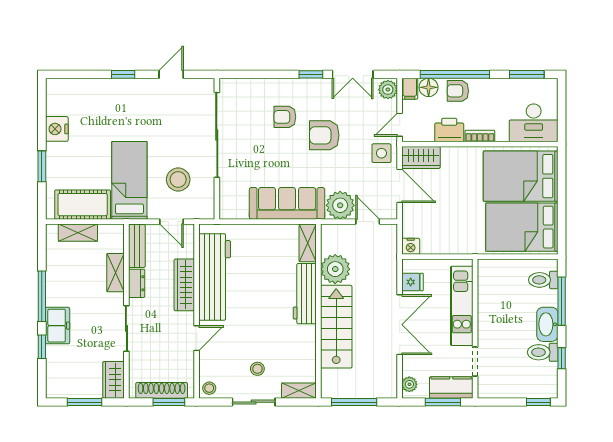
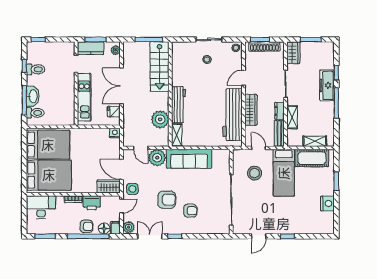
washbasin: (547, 324) -> (33, 96), moved
freezer: (58, 326) -> (327, 85), width x1.40
stairs: (336, 327) -> (160, 67), moved
shelving: (299, 391) -> (182, 46), removed

